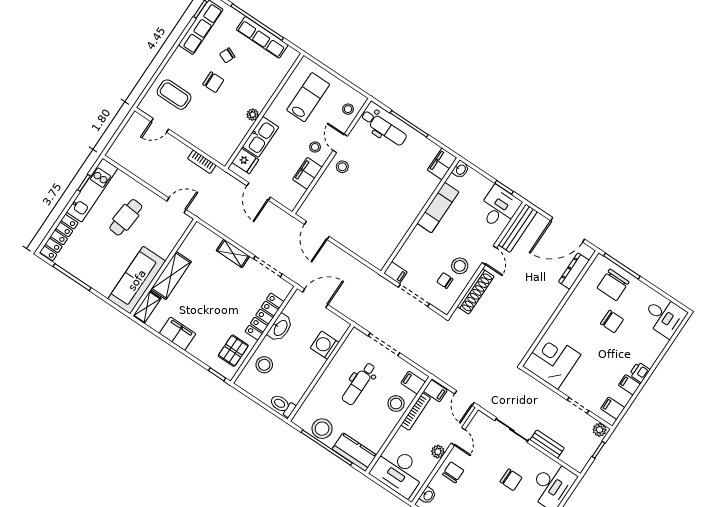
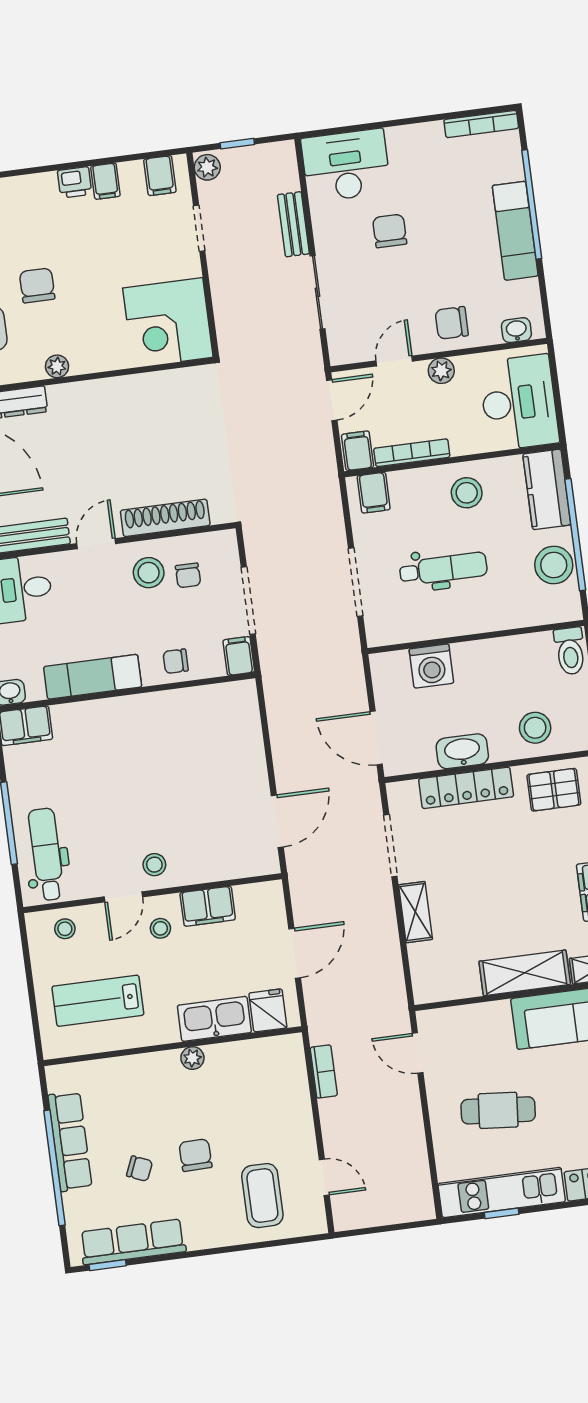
chair: (415, 246) -> (176, 661), added
plant: (573, 301) -> (57, 366), added
stool: (396, 404) -> (467, 493), moved

